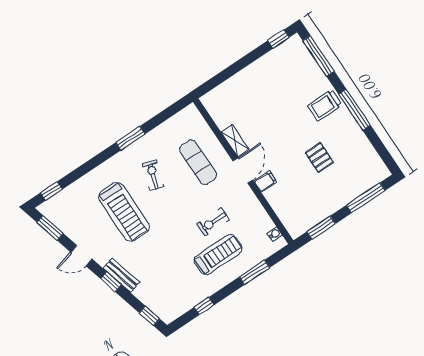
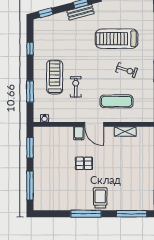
shelving: (235, 141) -> (125, 131), moved
pallet: (319, 158) -> (84, 163), moved
treadmill: (218, 255) -> (55, 77), turned 180

